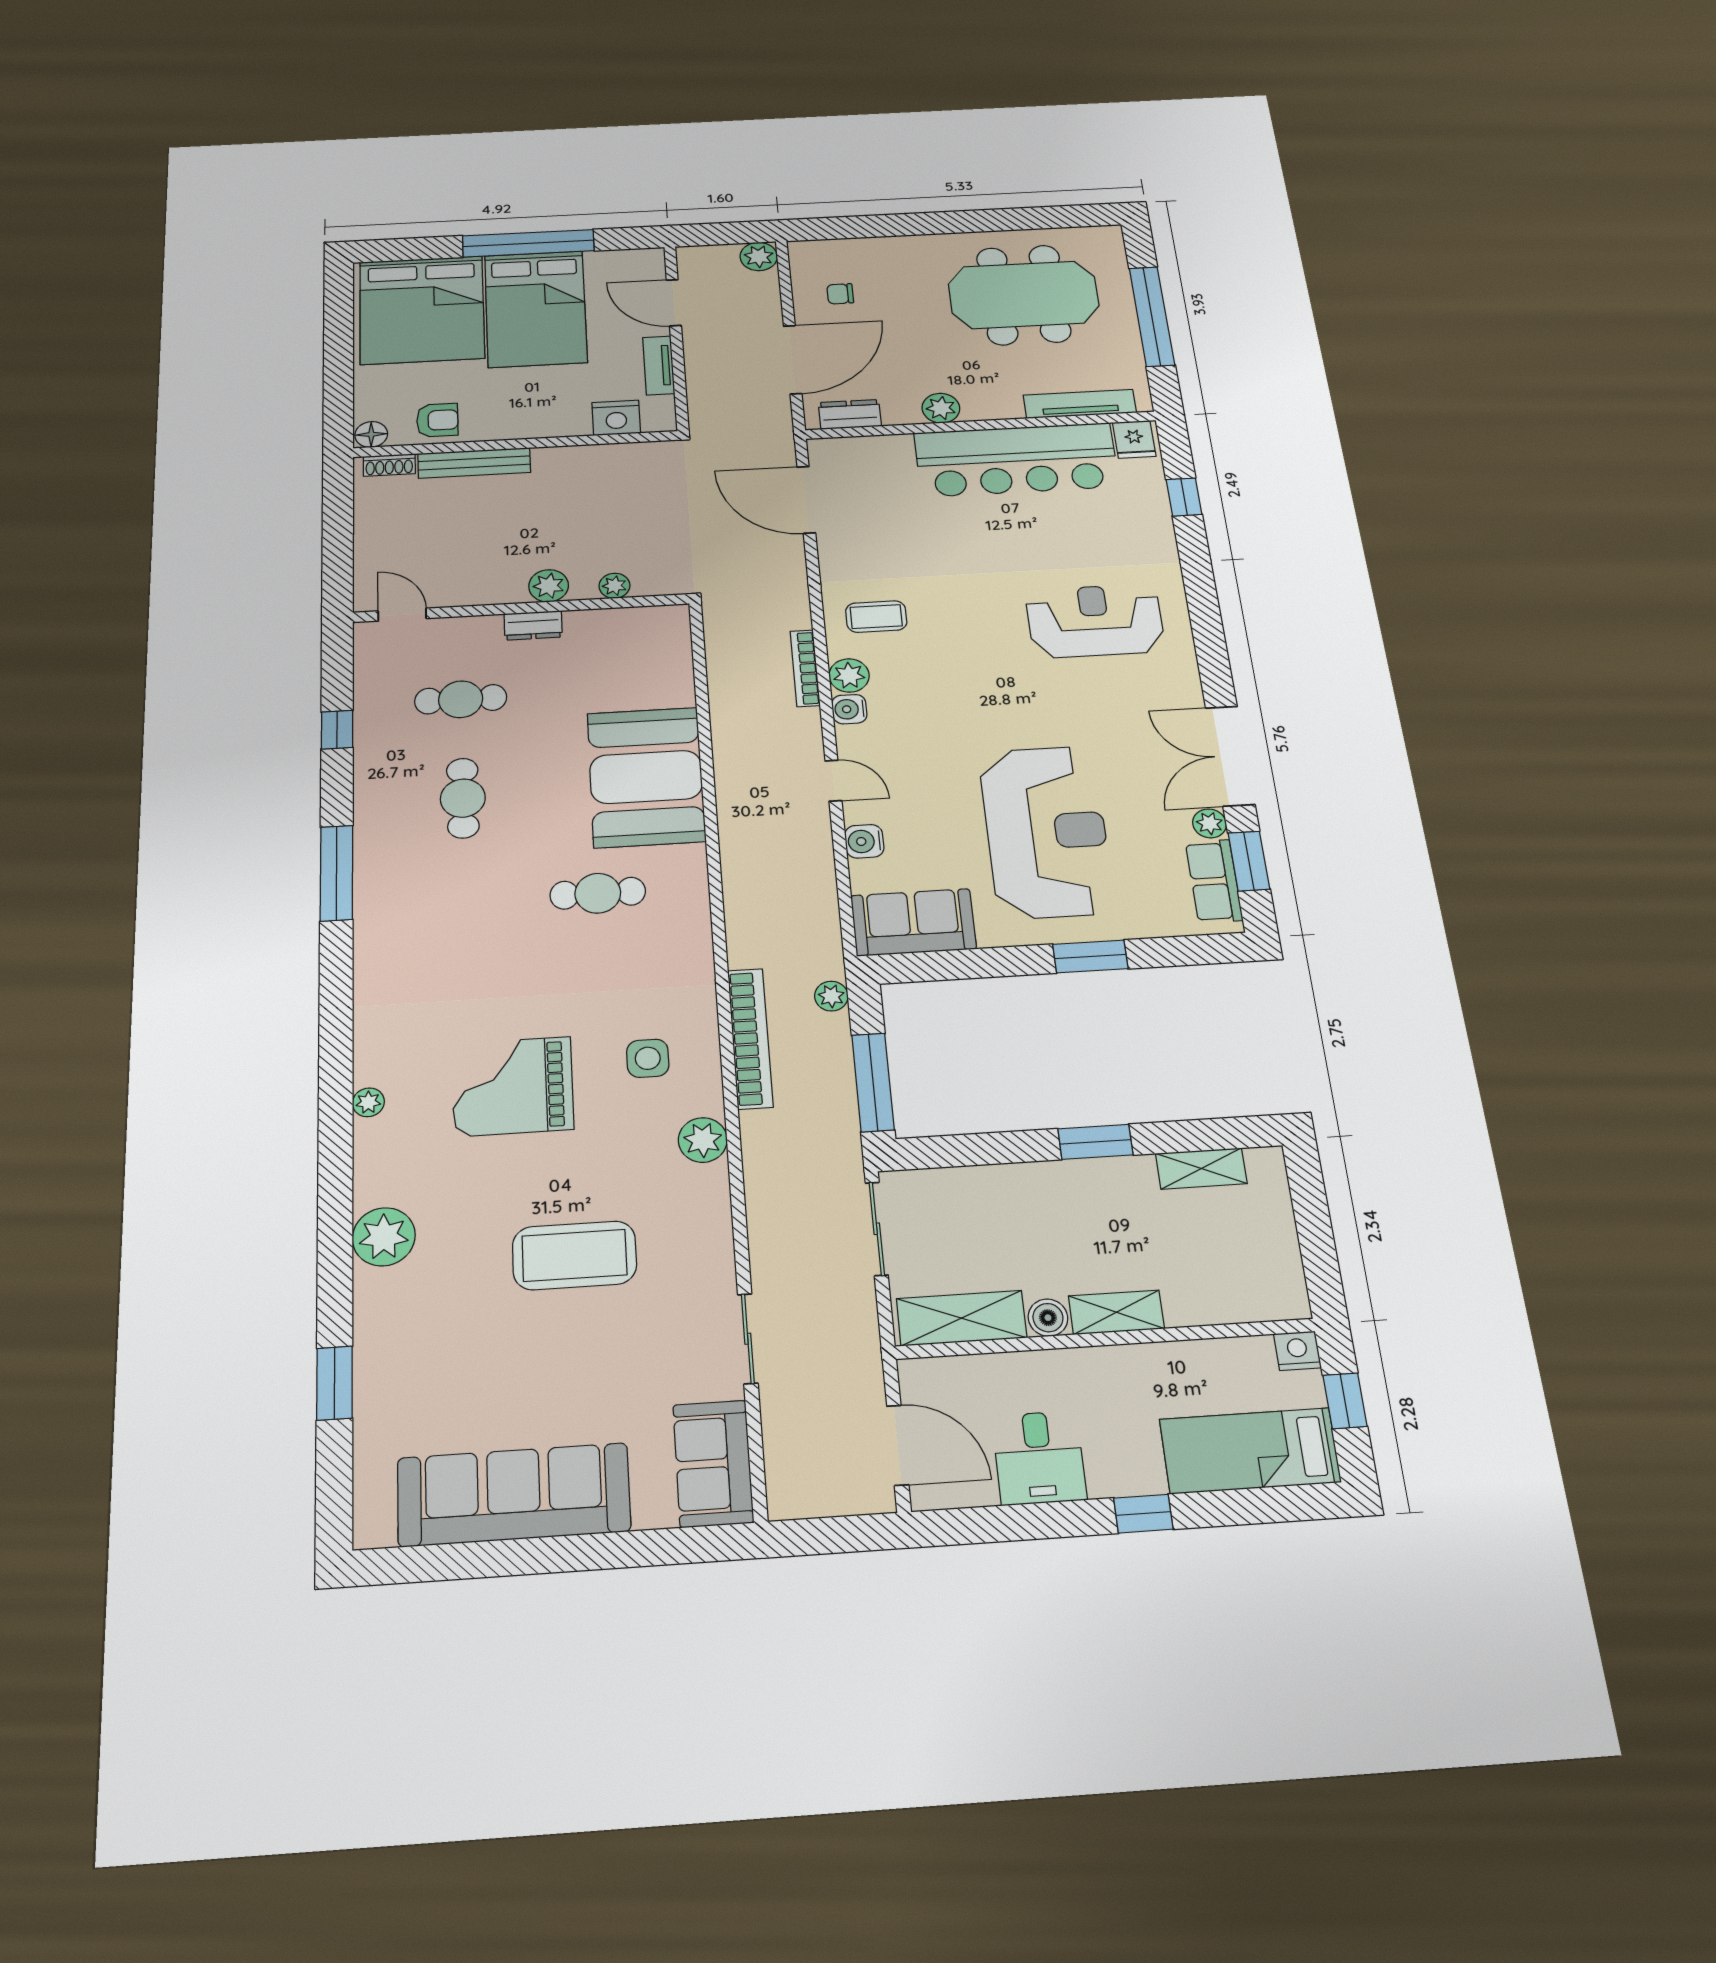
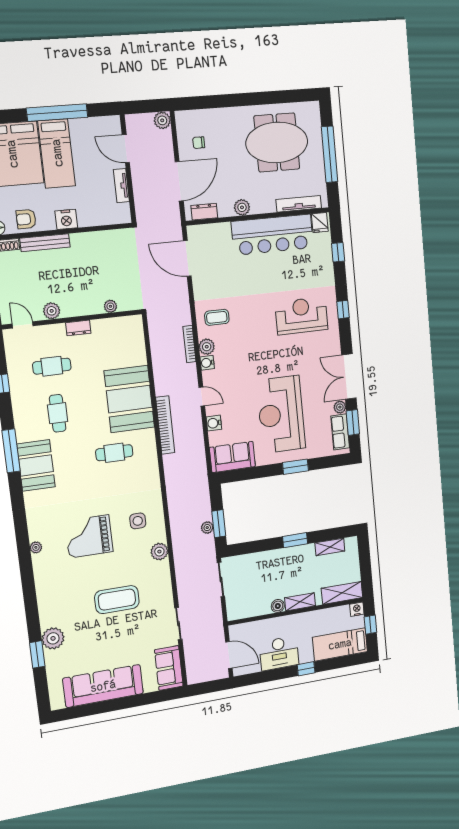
bed: (536, 309) -> (57, 153), width x0.67
nightstand: (616, 418) -> (66, 219), moved
armchair: (437, 420) -> (26, 219), turned 180
plant: (549, 586) -> (52, 311), moved
window: (1204, 612) -> (343, 310), added
reception desk: (1046, 832) -> (281, 414), turned 180
booth: (394, 909) -> (36, 465), added
plant: (831, 996) -> (207, 528), moved
bookcase: (750, 1038) -> (165, 425), moved
window: (873, 1082) -> (219, 524), width x0.69
plant: (384, 1237) -> (53, 638), moved
shelving: (961, 1318) -> (342, 593), moved
desk: (1039, 1458) -> (279, 653), width x1.37

